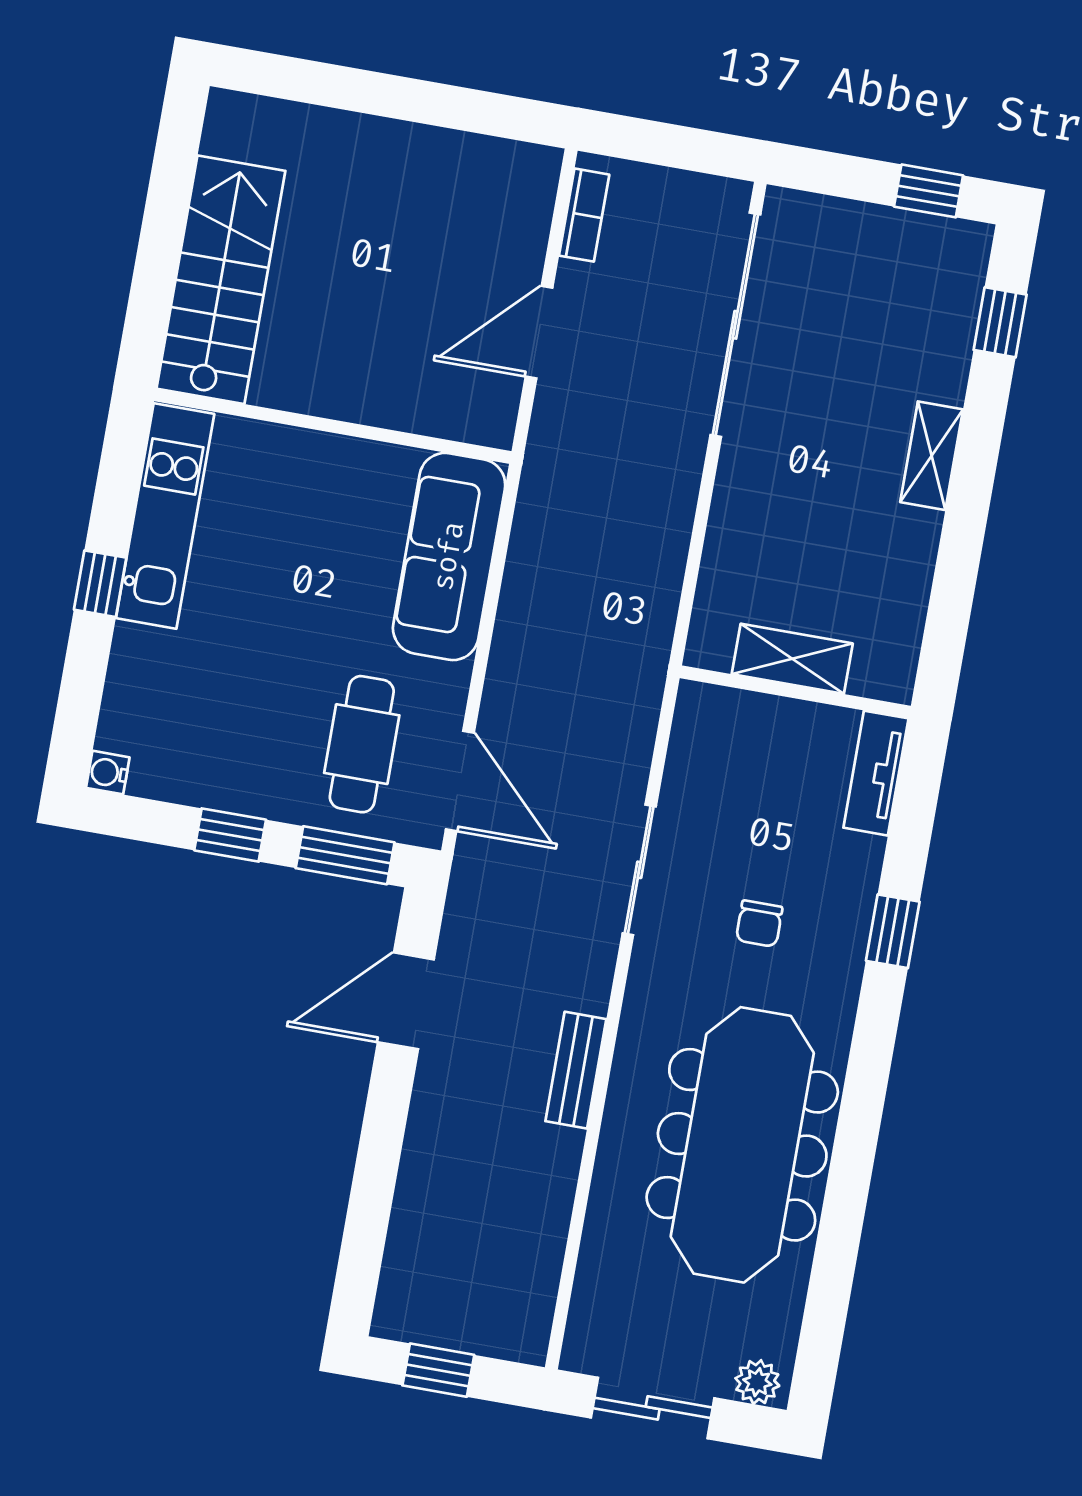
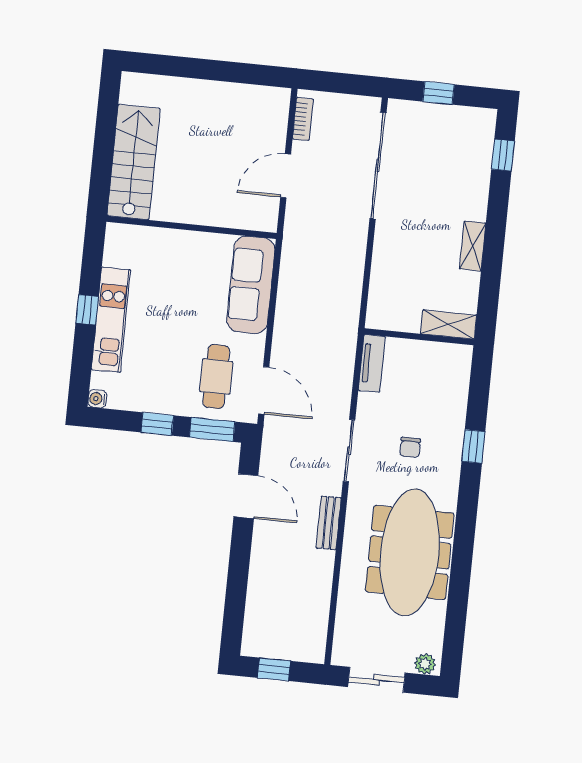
window: (929, 191) -> (439, 93), moved
shelving: (932, 456) -> (473, 246), moved
kitchen unit: (165, 516) -> (111, 320), moved
shelving: (792, 659) -> (448, 325), moved
tv unit: (876, 773) -> (372, 363), moved, turned 180
sliding door: (639, 870) -> (349, 451), moved
door: (406, 1001) -> (246, 496), swing flipped

